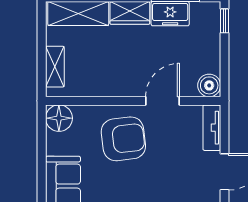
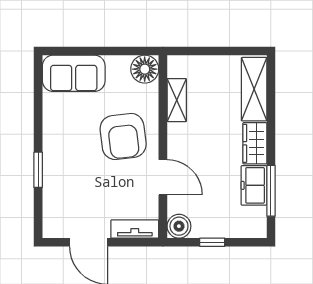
window: (225, 21) -> (212, 242), moved
shelving: (55, 67) -> (177, 100), moved, turned 90

